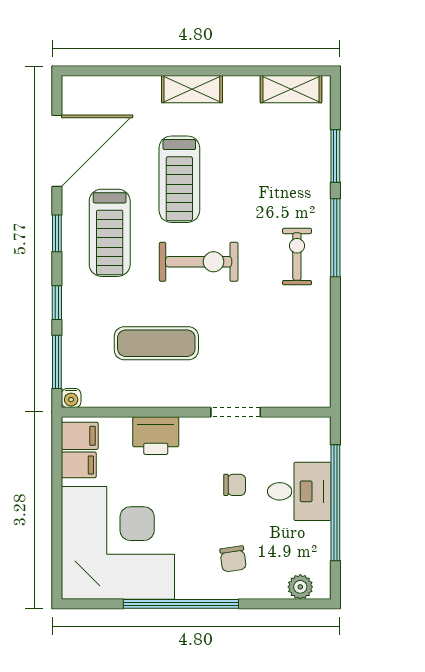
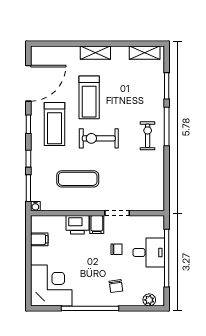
exercise bike: (199, 262) -> (99, 138), turned 180
filing cabinet: (80, 436) -> (97, 224), moved, turned 90
corner desk: (118, 543) -> (51, 285), width x0.74, depth x0.74

